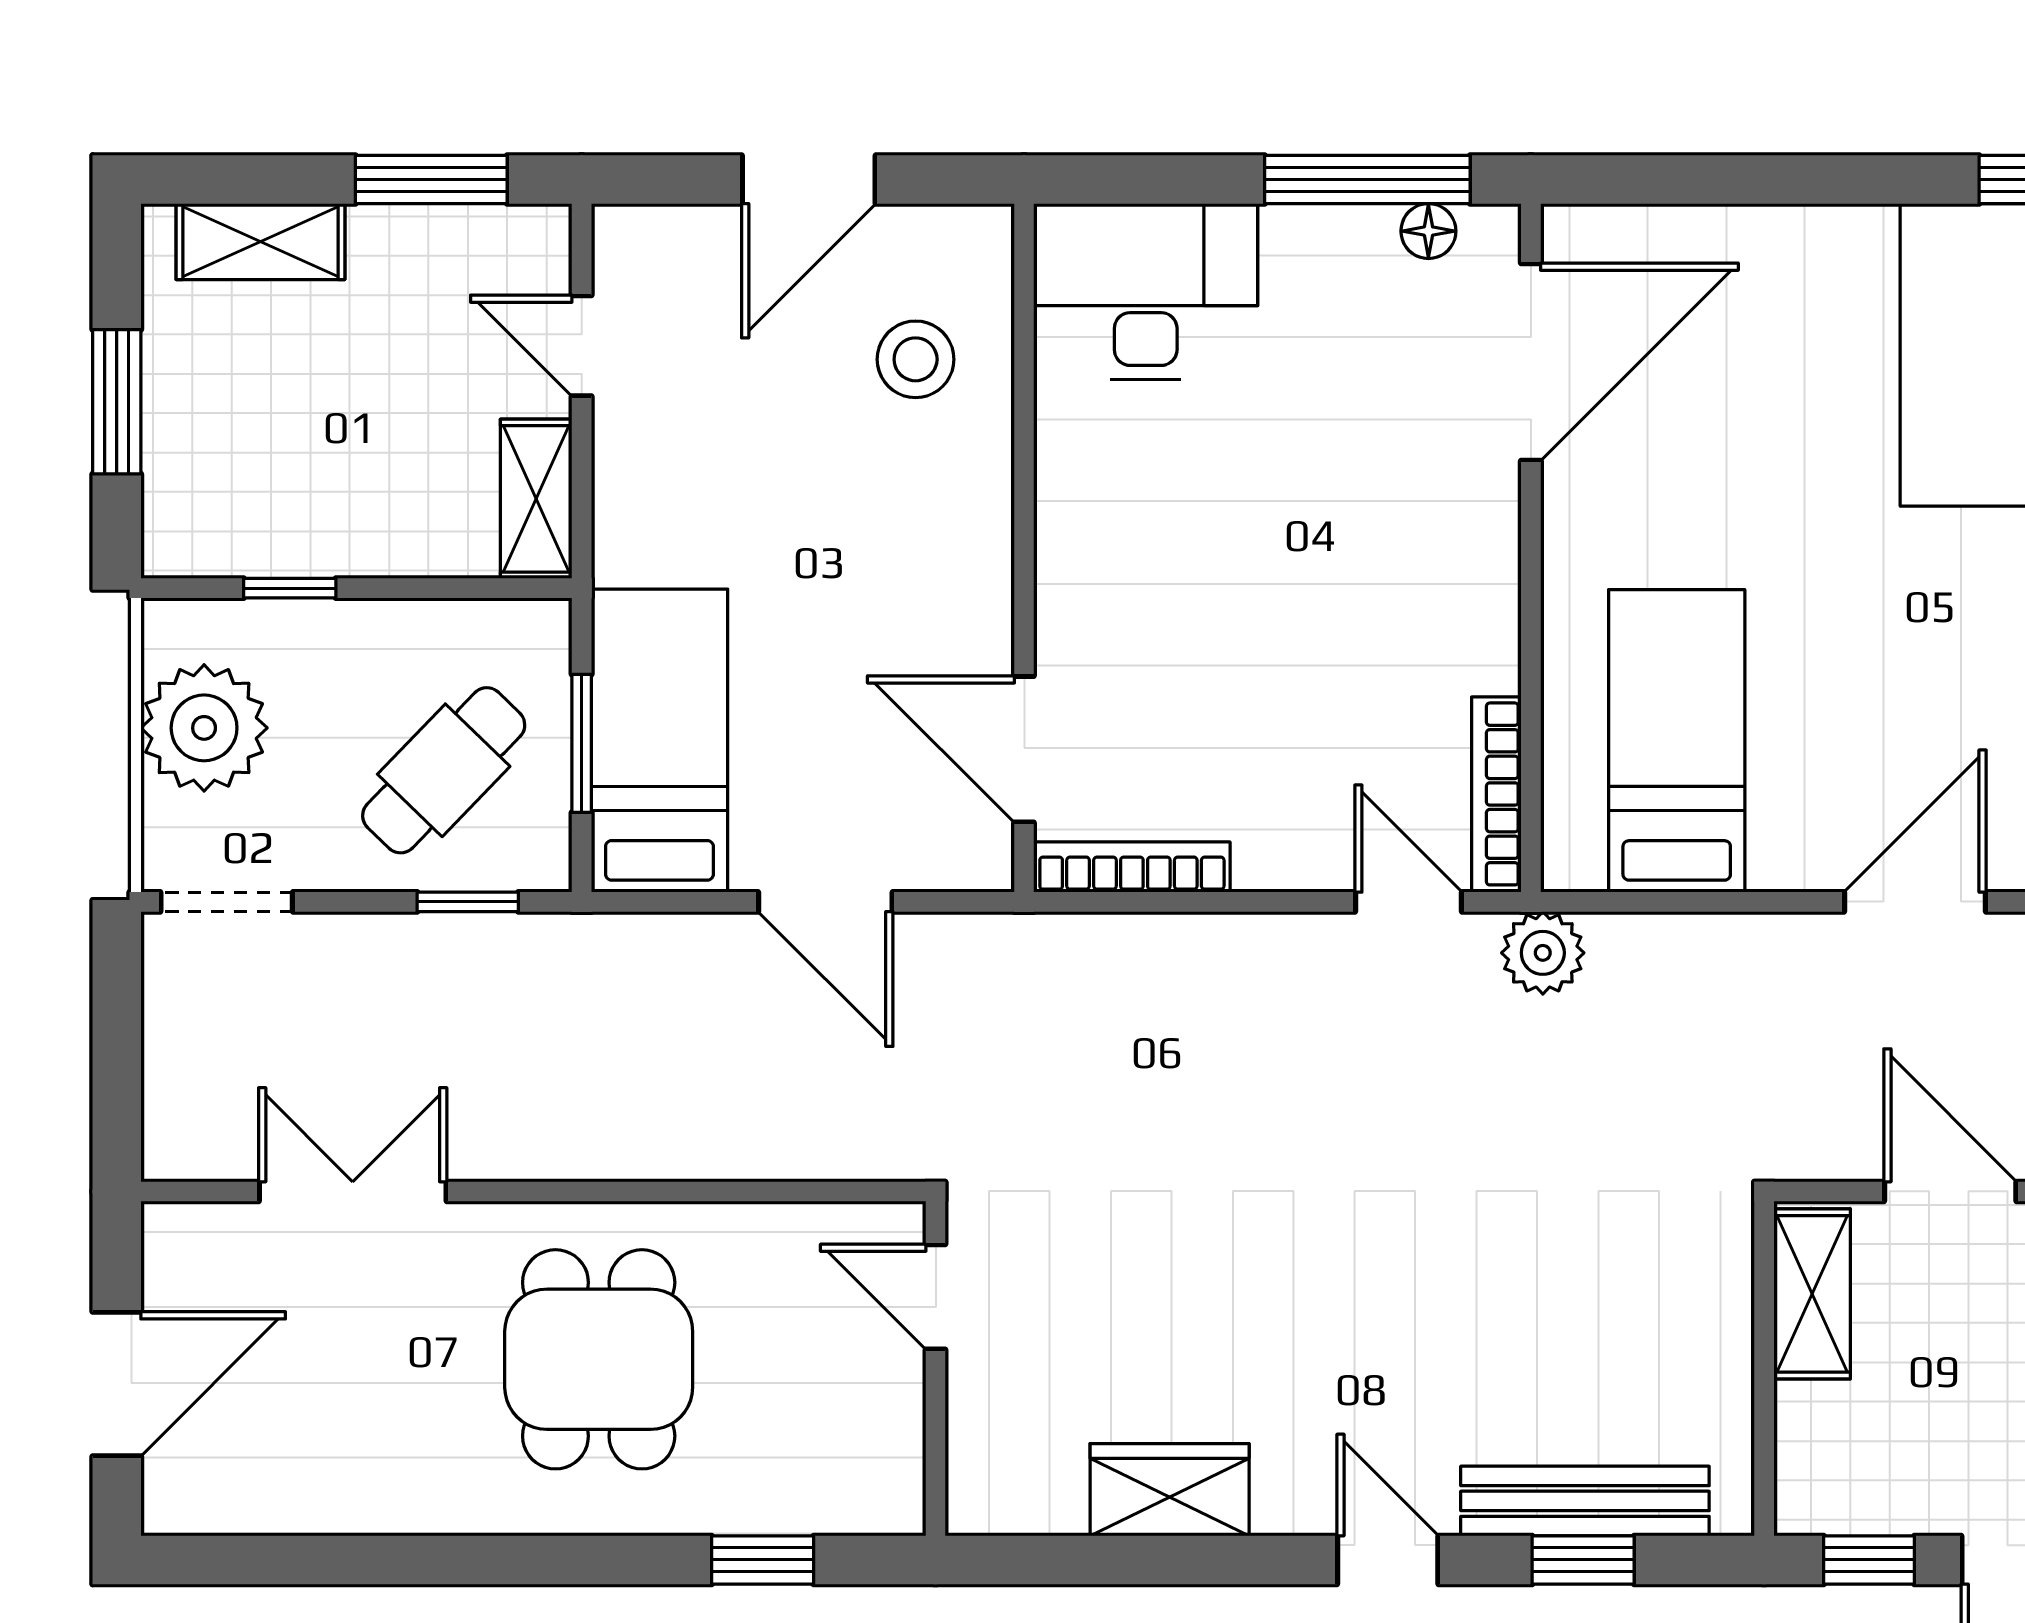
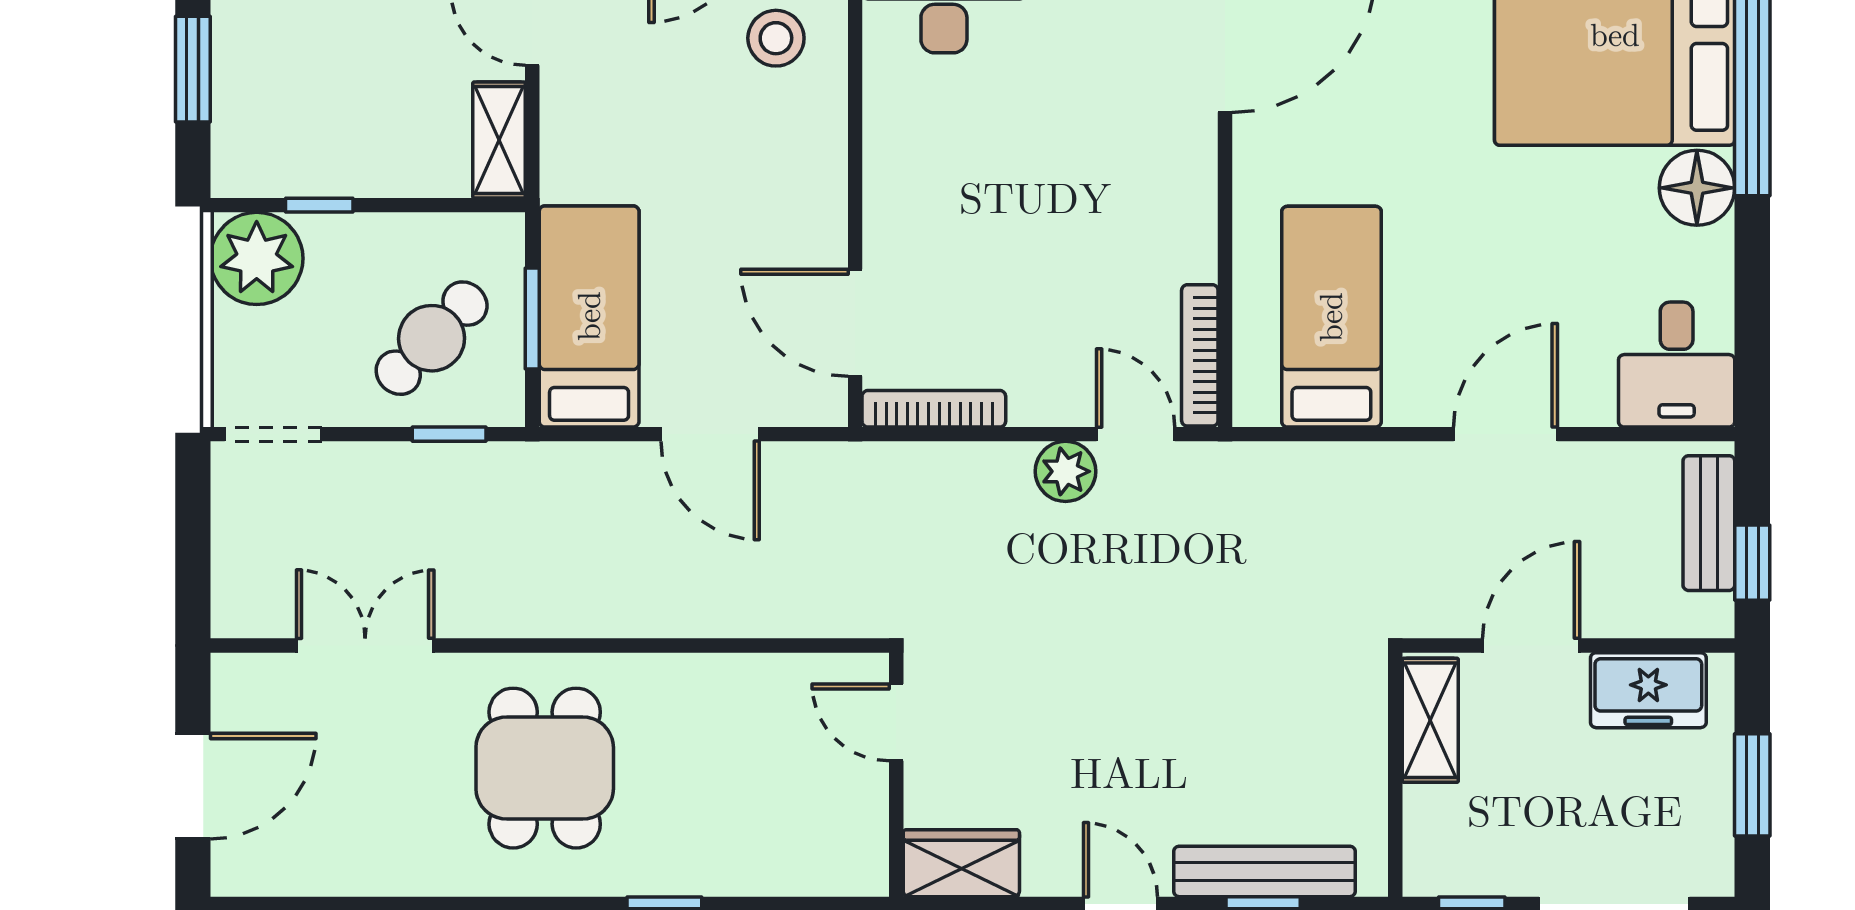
plant: (204, 728) -> (257, 258), moved
plant: (1543, 953) -> (1066, 471), moved
door: (1950, 1191) -> (1531, 646), hinge flipped
door: (936, 1297) -> (896, 722), moved
wall: (936, 1368) -> (896, 775), moved

